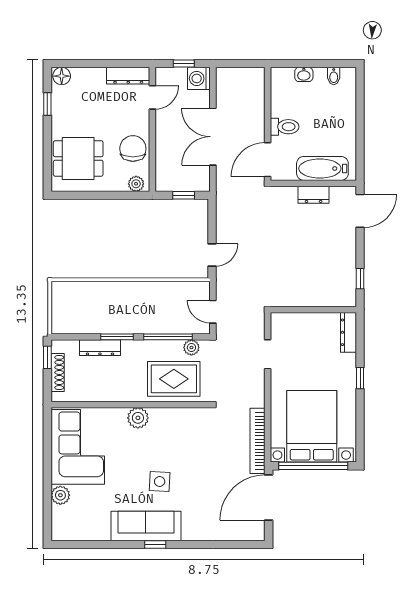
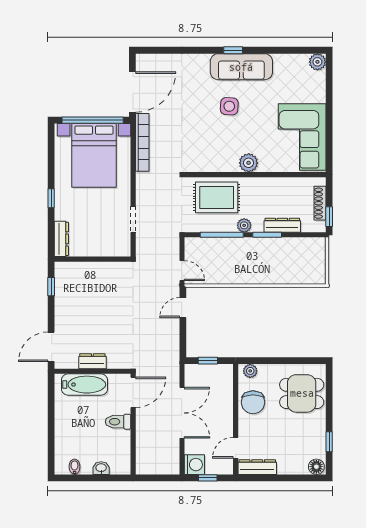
door: (213, 312) -> (182, 271), moved
plant: (191, 348) -> (244, 225), moved
plant: (60, 495) -> (317, 62), moved

